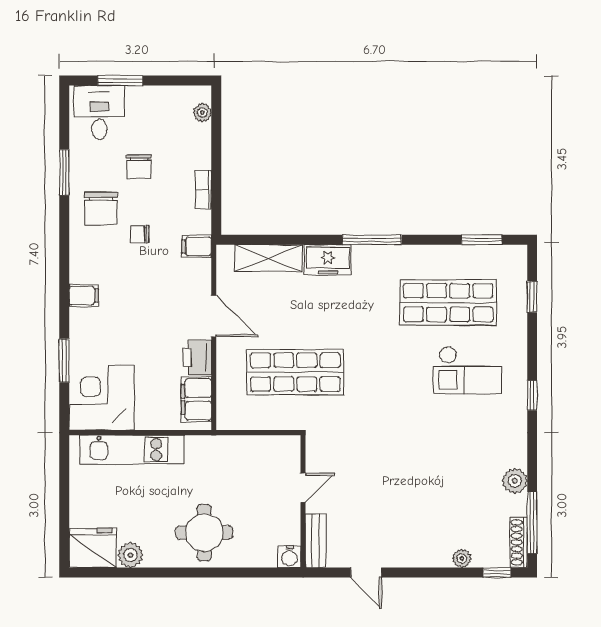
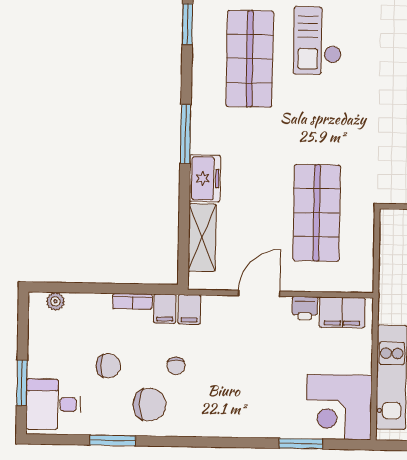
filing cabinet: (84, 296) -> (165, 309), moved, turned 180
printer: (197, 357) -> (305, 308), width x0.73, depth x0.81
checkout: (467, 370) -> (318, 41), turned 180

